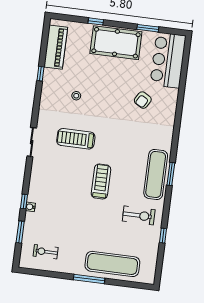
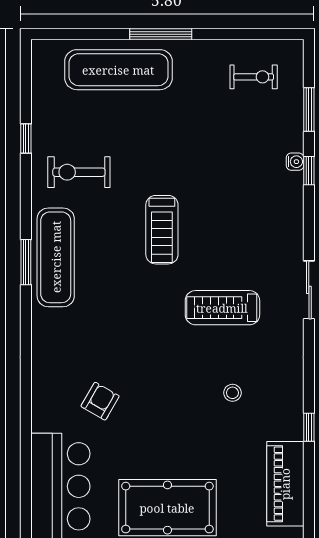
treadmill: (76, 139) -> (222, 308), turned 180

